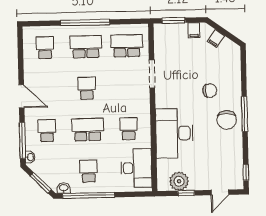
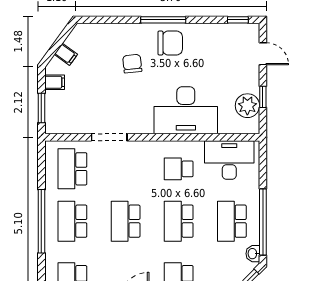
school desk: (87, 88) -> (126, 221), width x1.85
school desk: (89, 171) -> (232, 221), width x1.85

